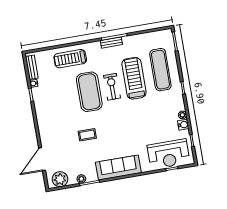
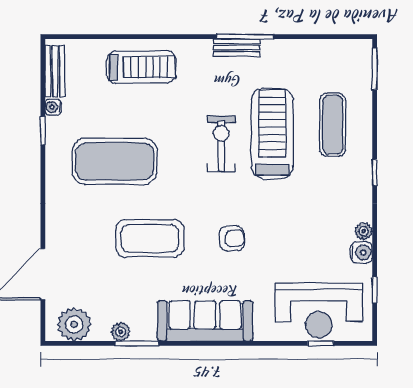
treadmill: (70, 59) -> (141, 67), turned 180
exercise mat: (160, 70) -> (333, 125), width x0.73, depth x0.69
exercise mat: (89, 92) -> (115, 161), moved, turned 90
armchair: (124, 128) -> (232, 238), added
coffee table: (87, 135) -> (150, 238), width x1.86, depth x1.72

